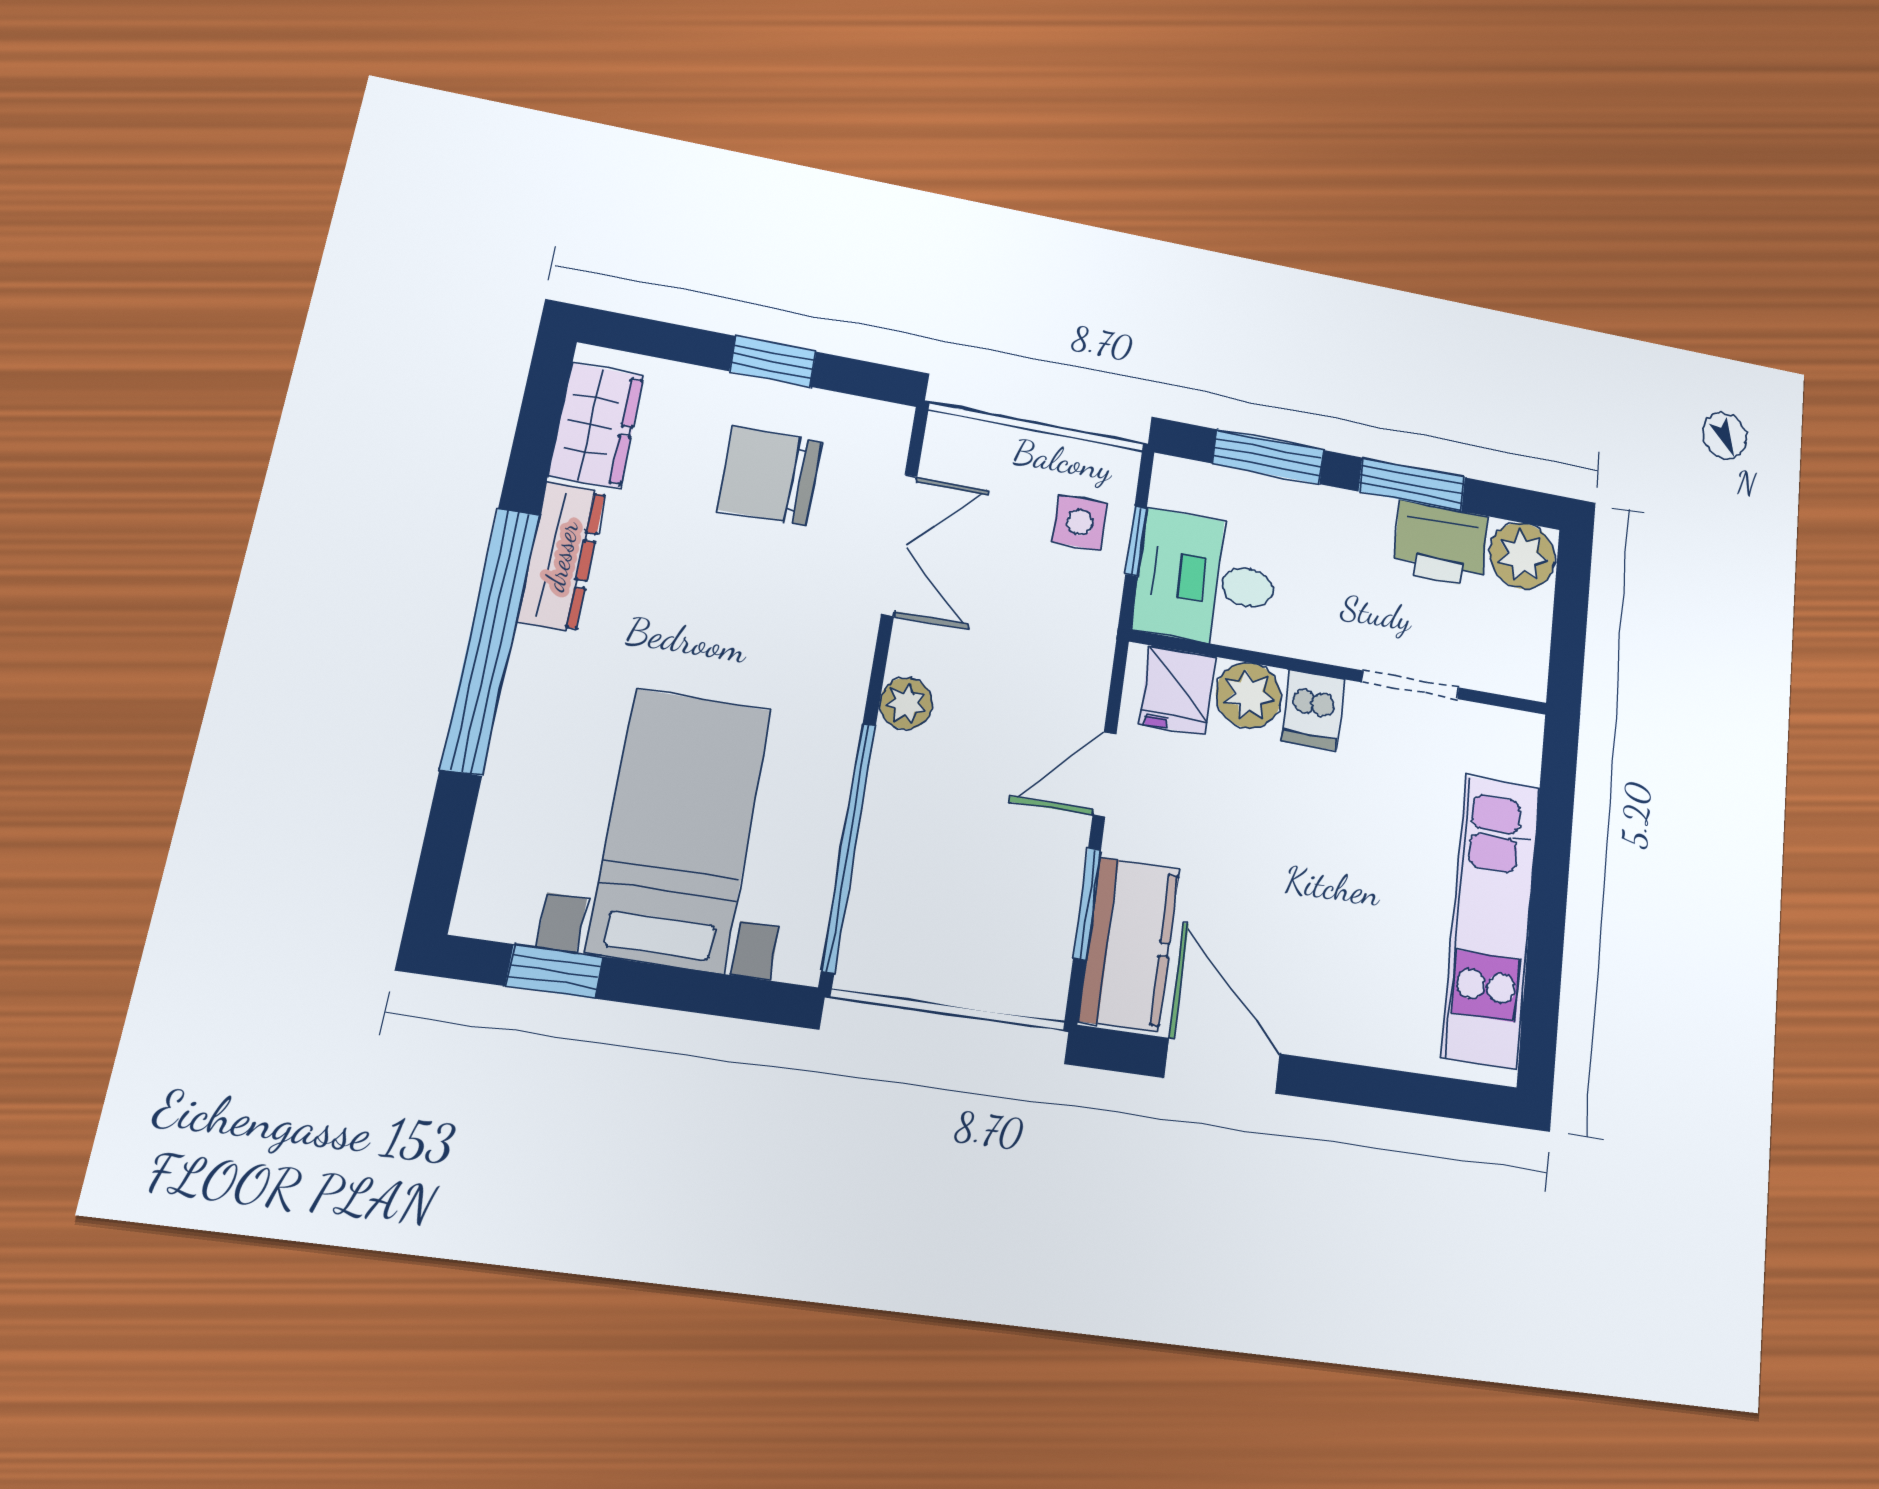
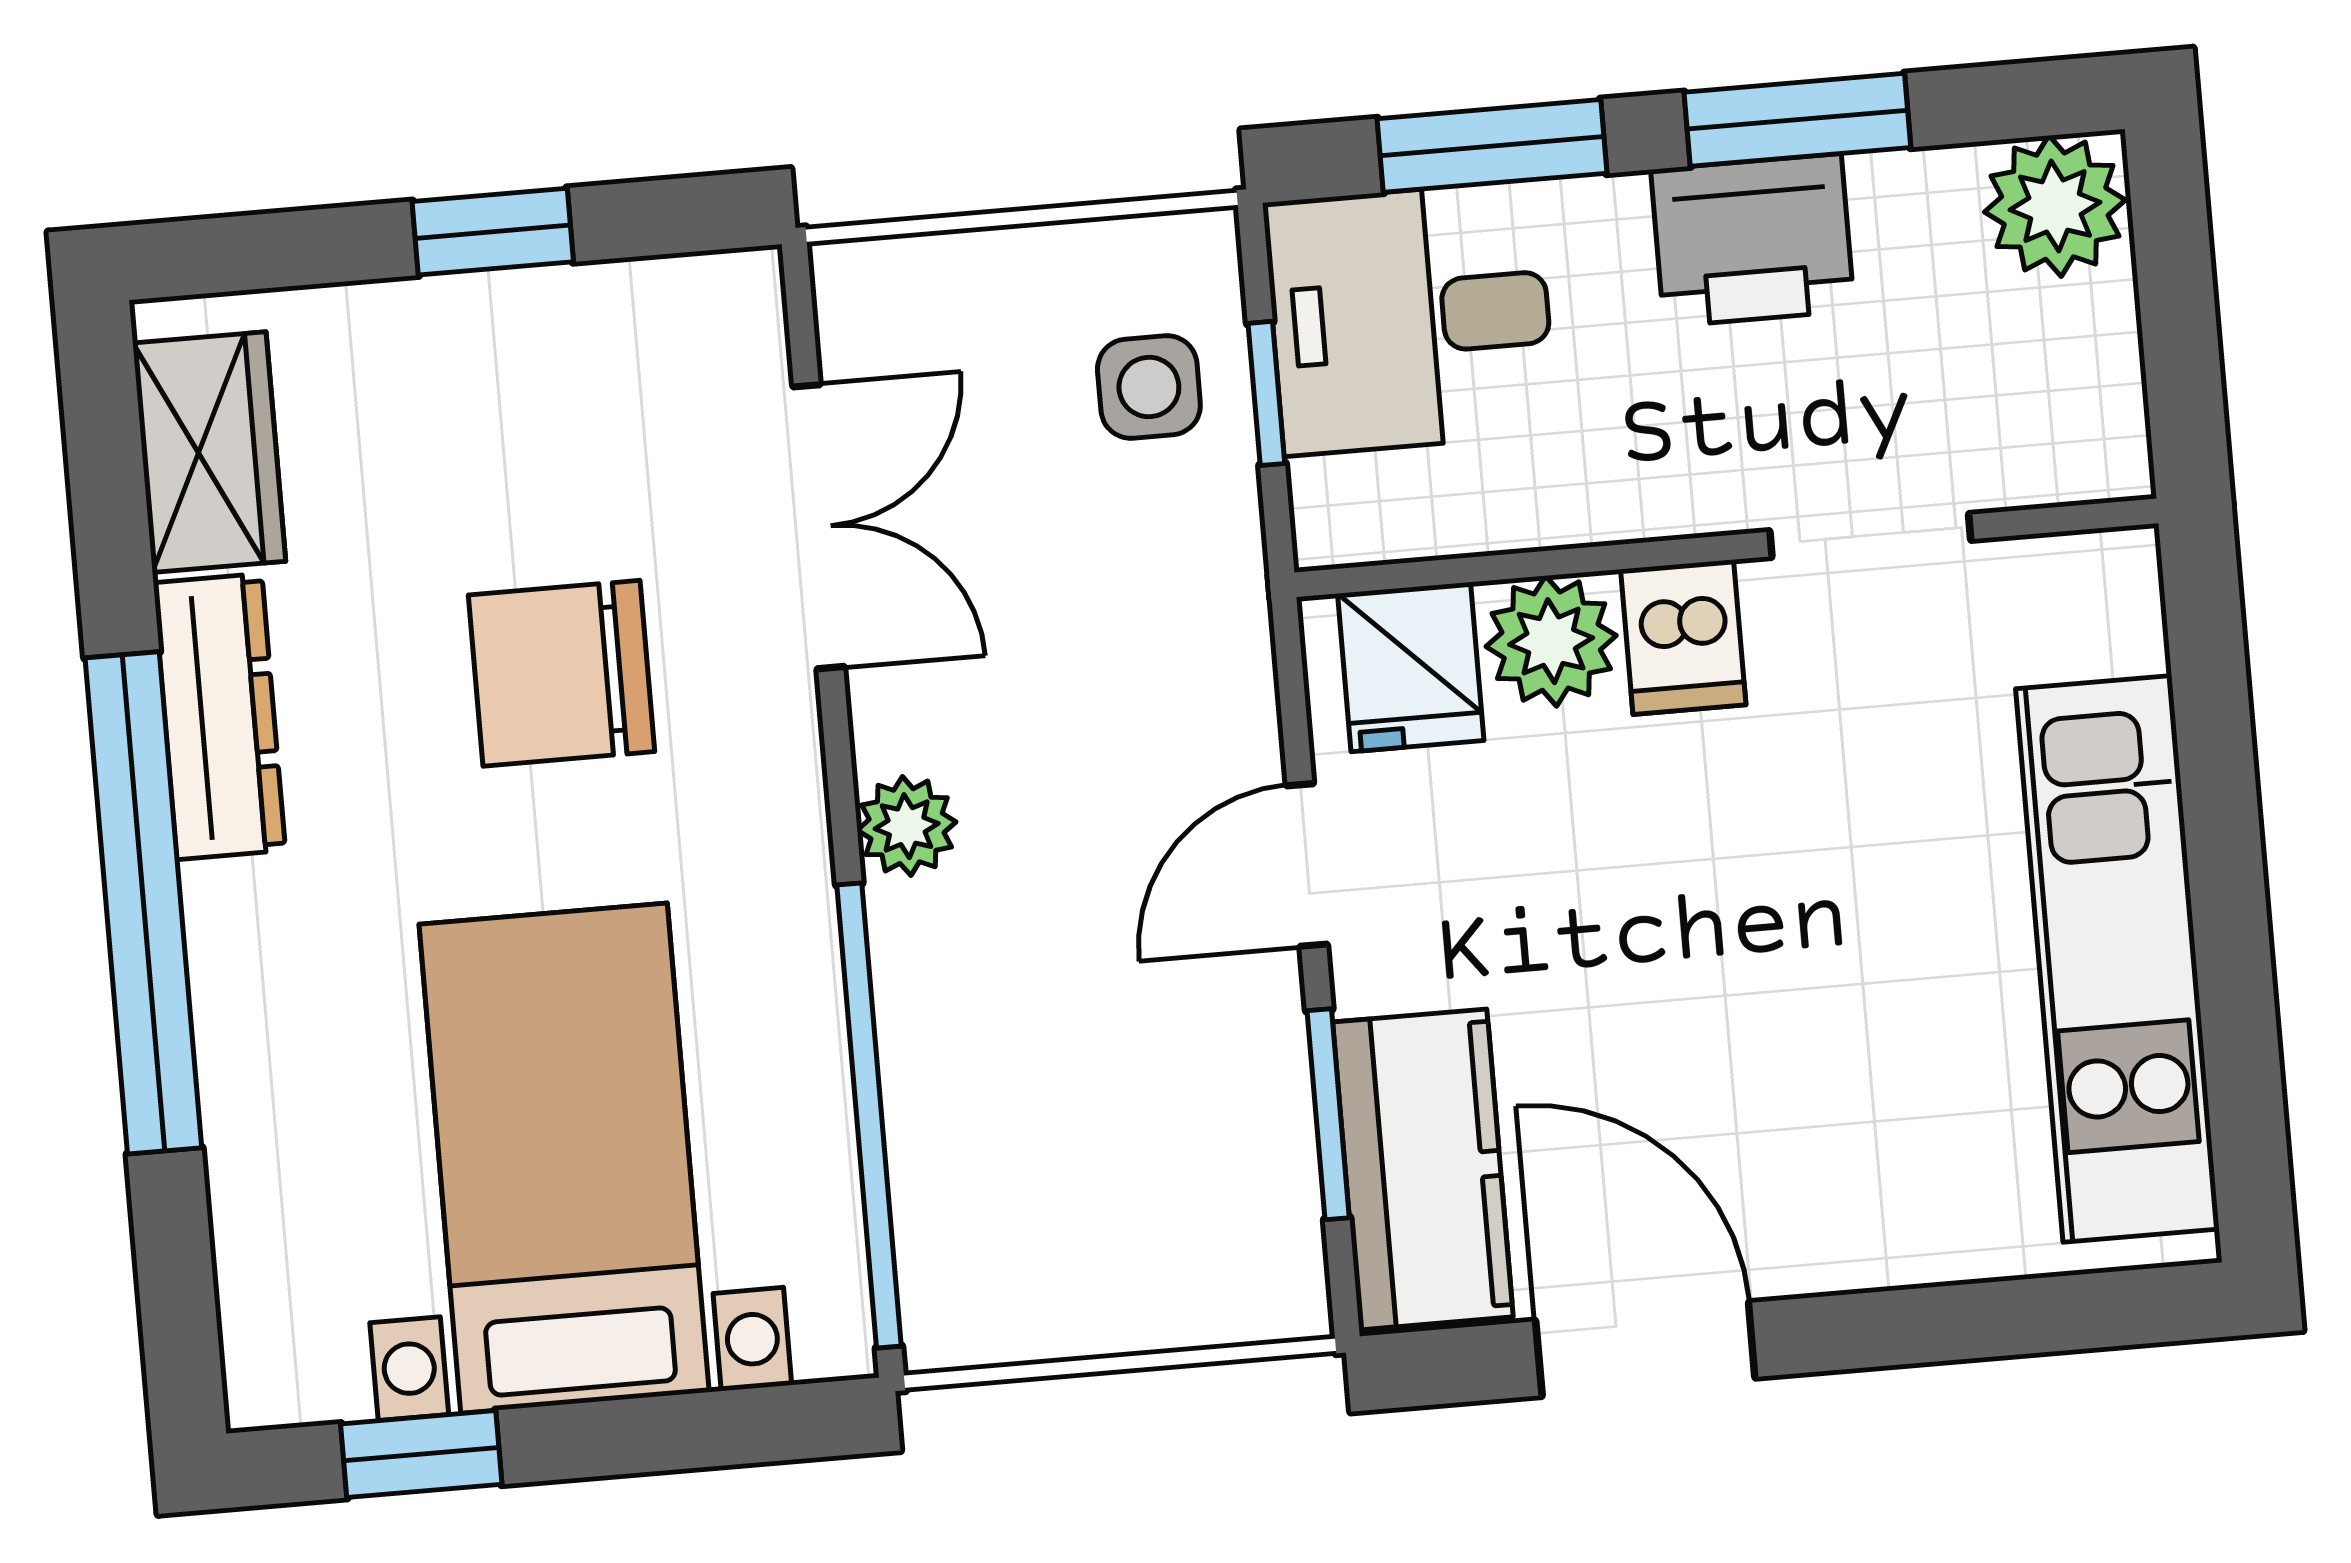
chair: (769, 476) -> (562, 673), moved
printer: (1441, 544) -> (1753, 240), moved
desk: (1206, 580) -> (1410, 318), moved

